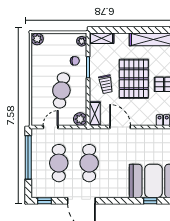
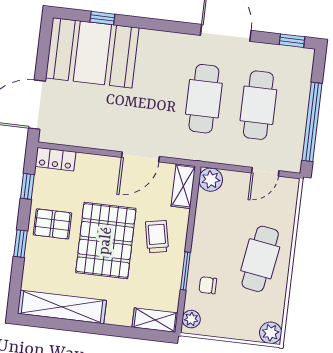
cafe table: (61, 90) -> (260, 259), moved
door: (120, 127) -> (140, 157), hinge flipped

